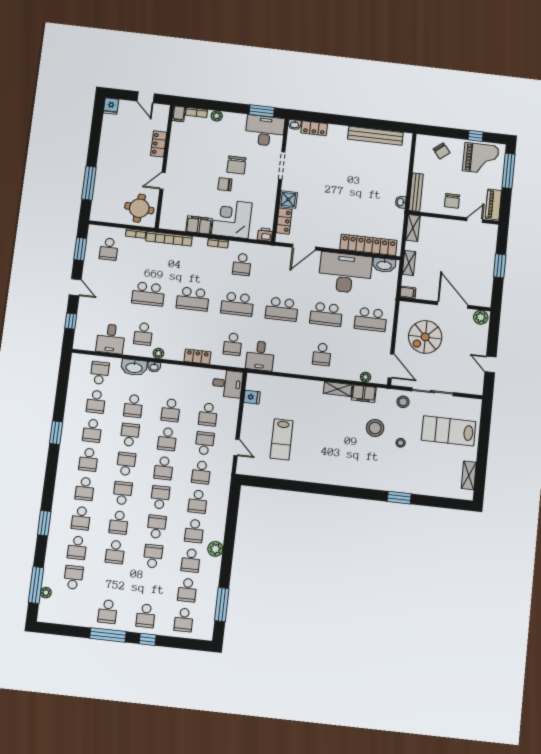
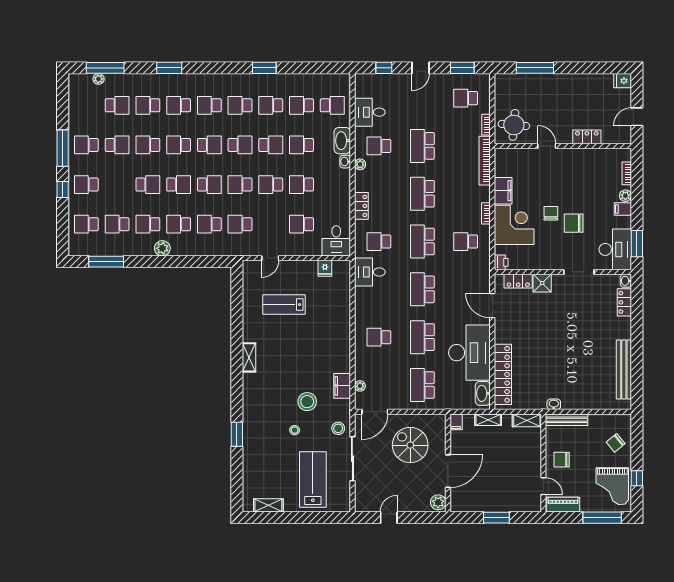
filing cabinet: (179, 114) -> (623, 209), moved
shelving: (338, 389) -> (249, 357), moved
school desk: (205, 443) -> (117, 145), moved

